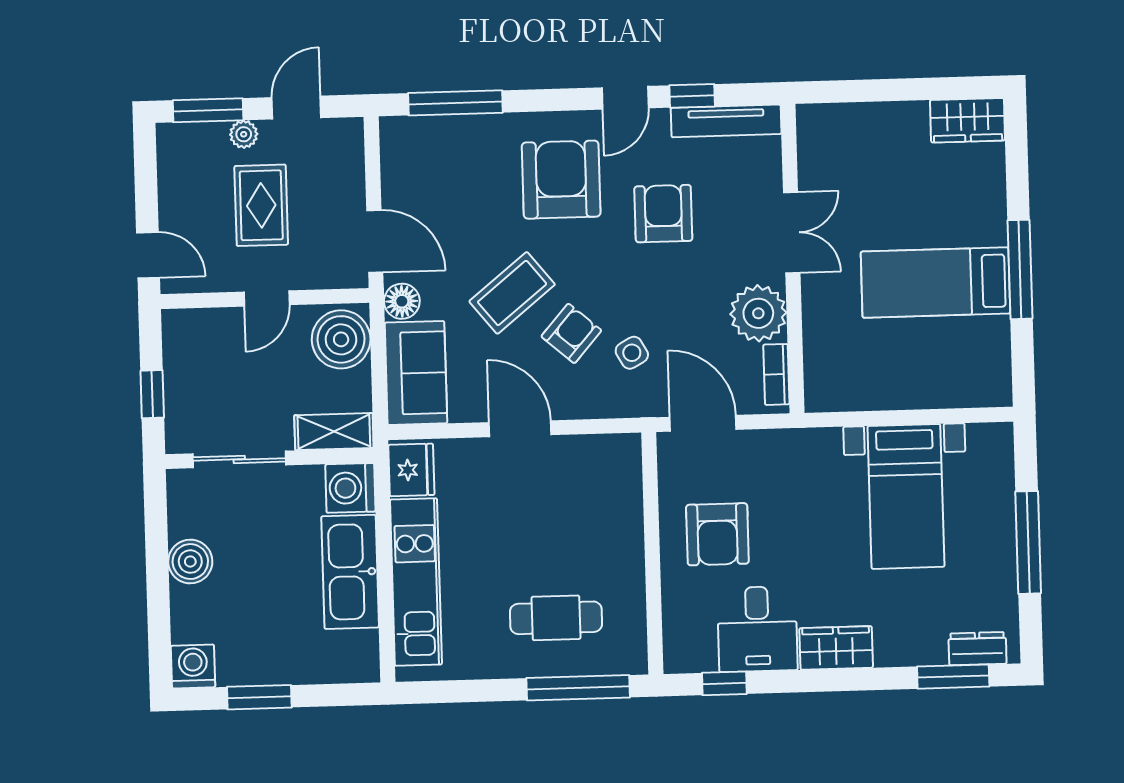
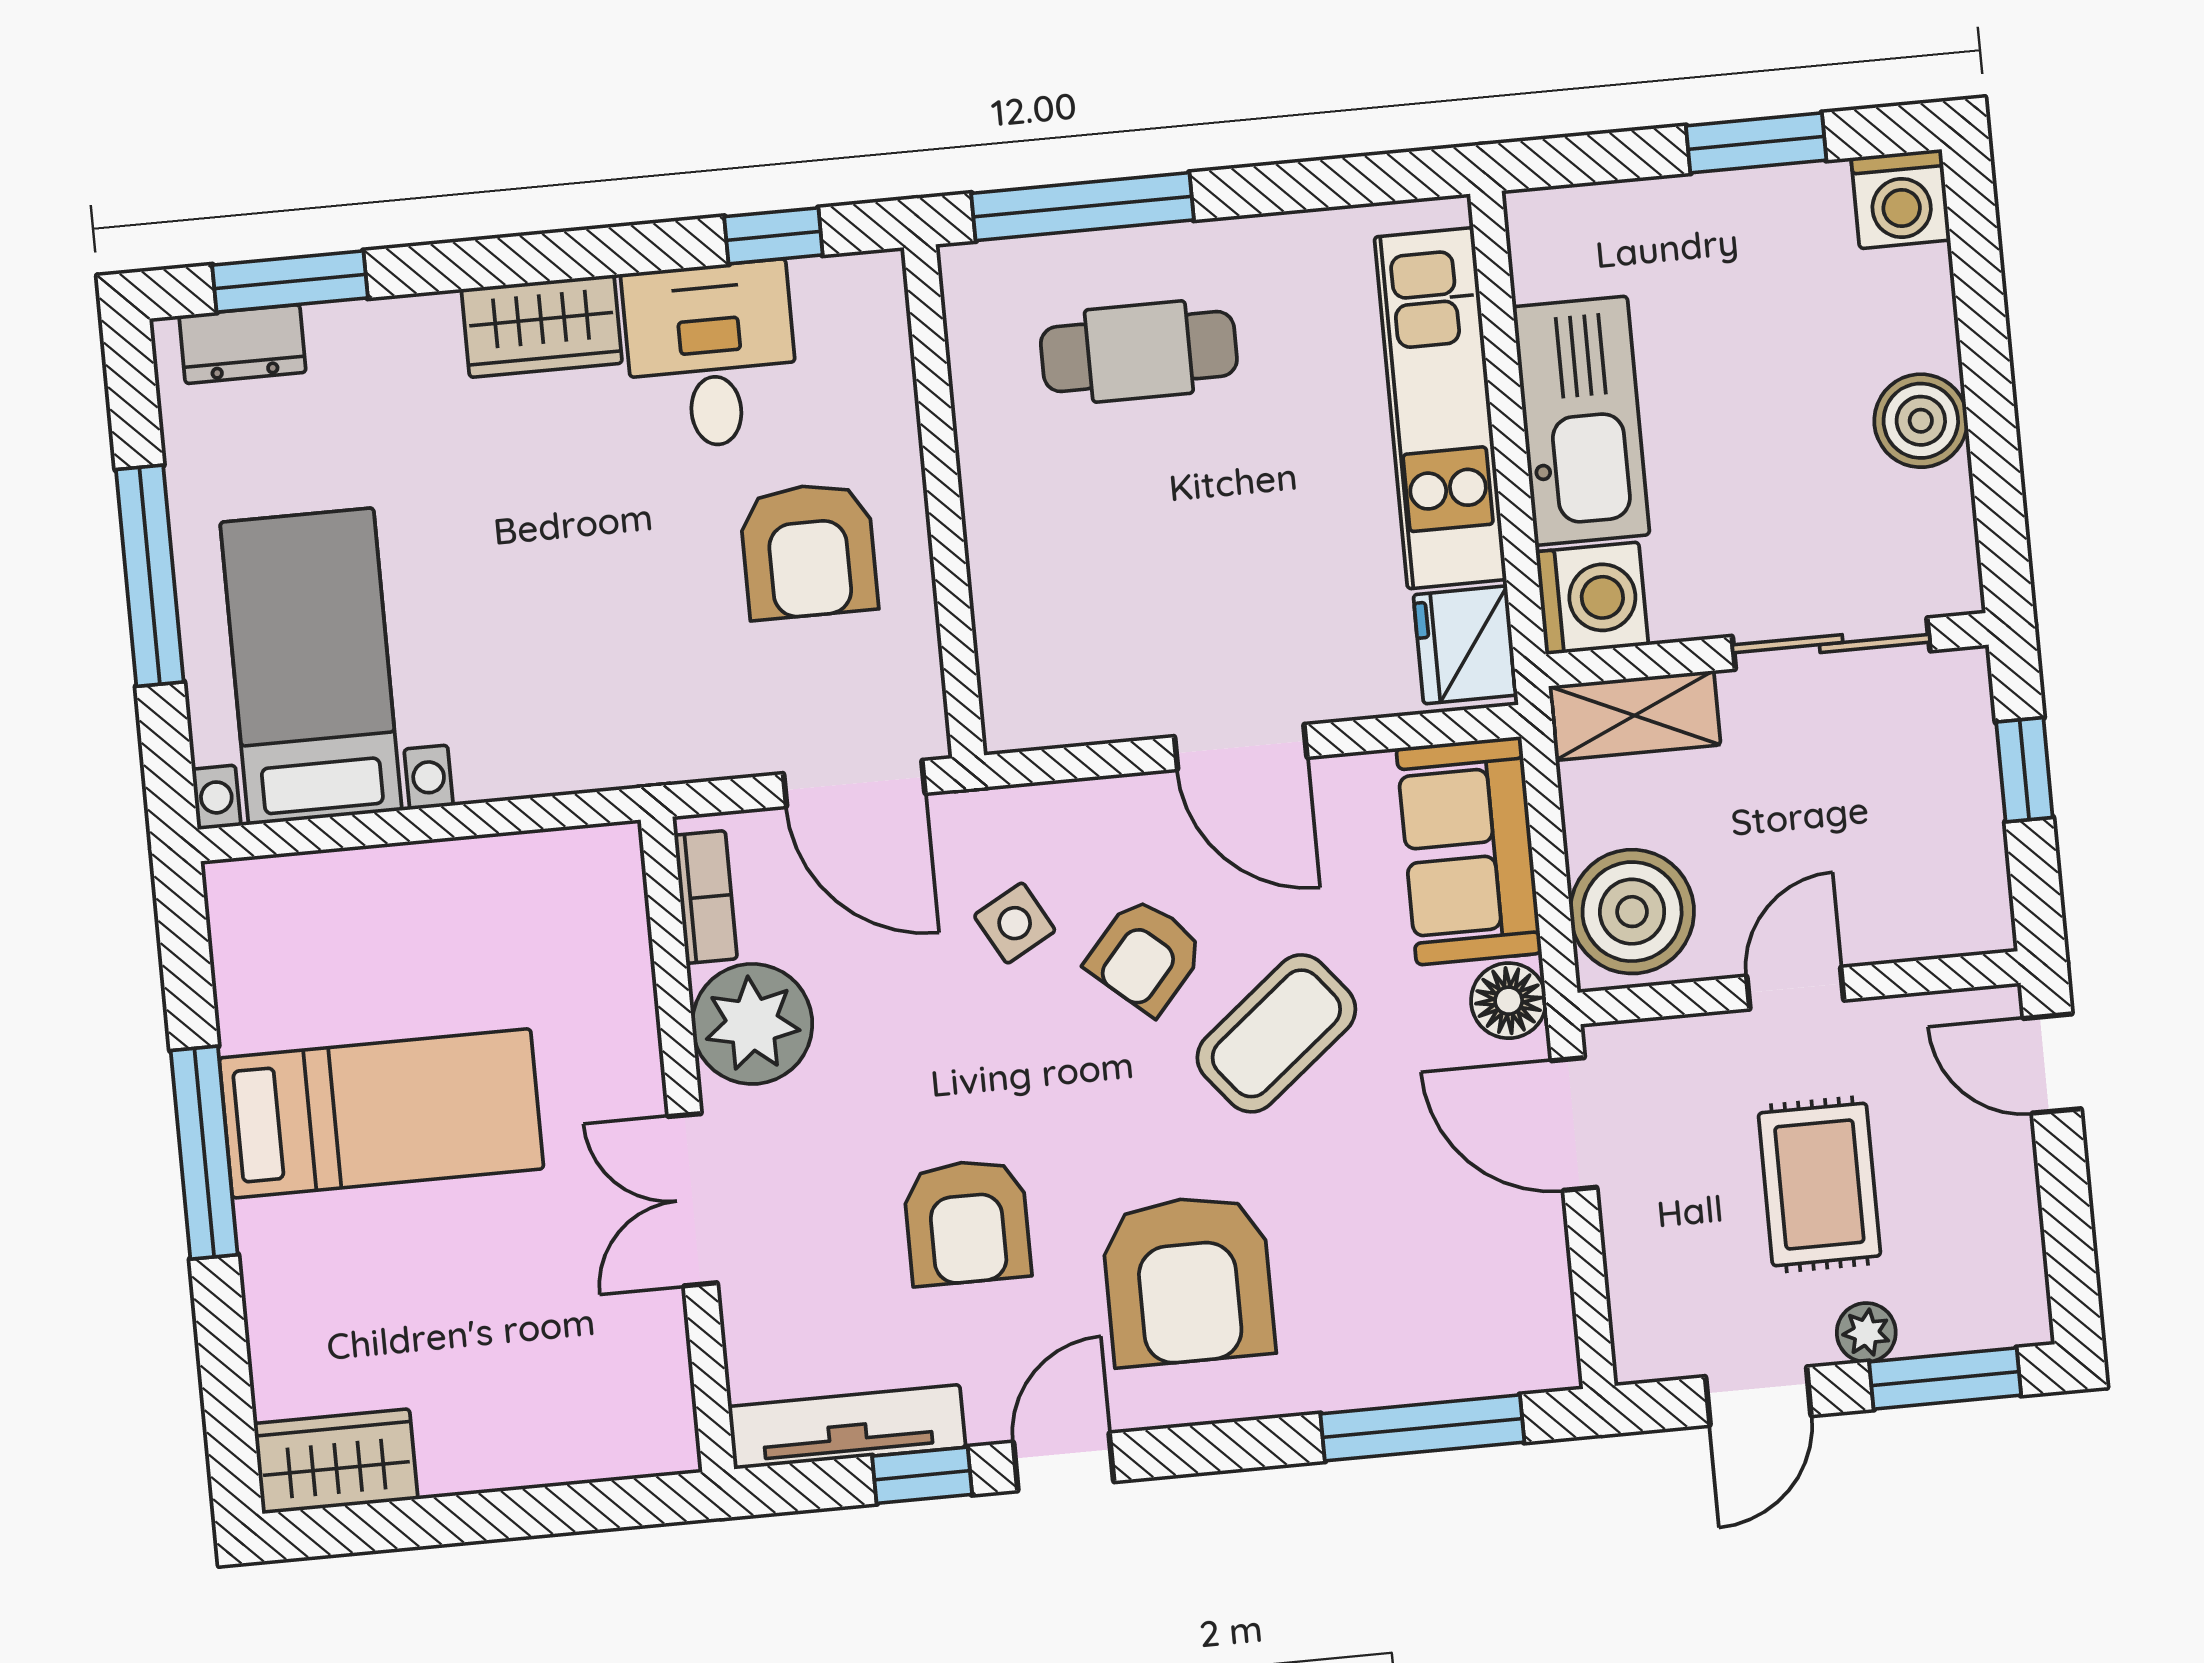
bed with nightstands: (906, 496) -> (311, 666), moved
armchair: (717, 534) -> (809, 551), turned 180

